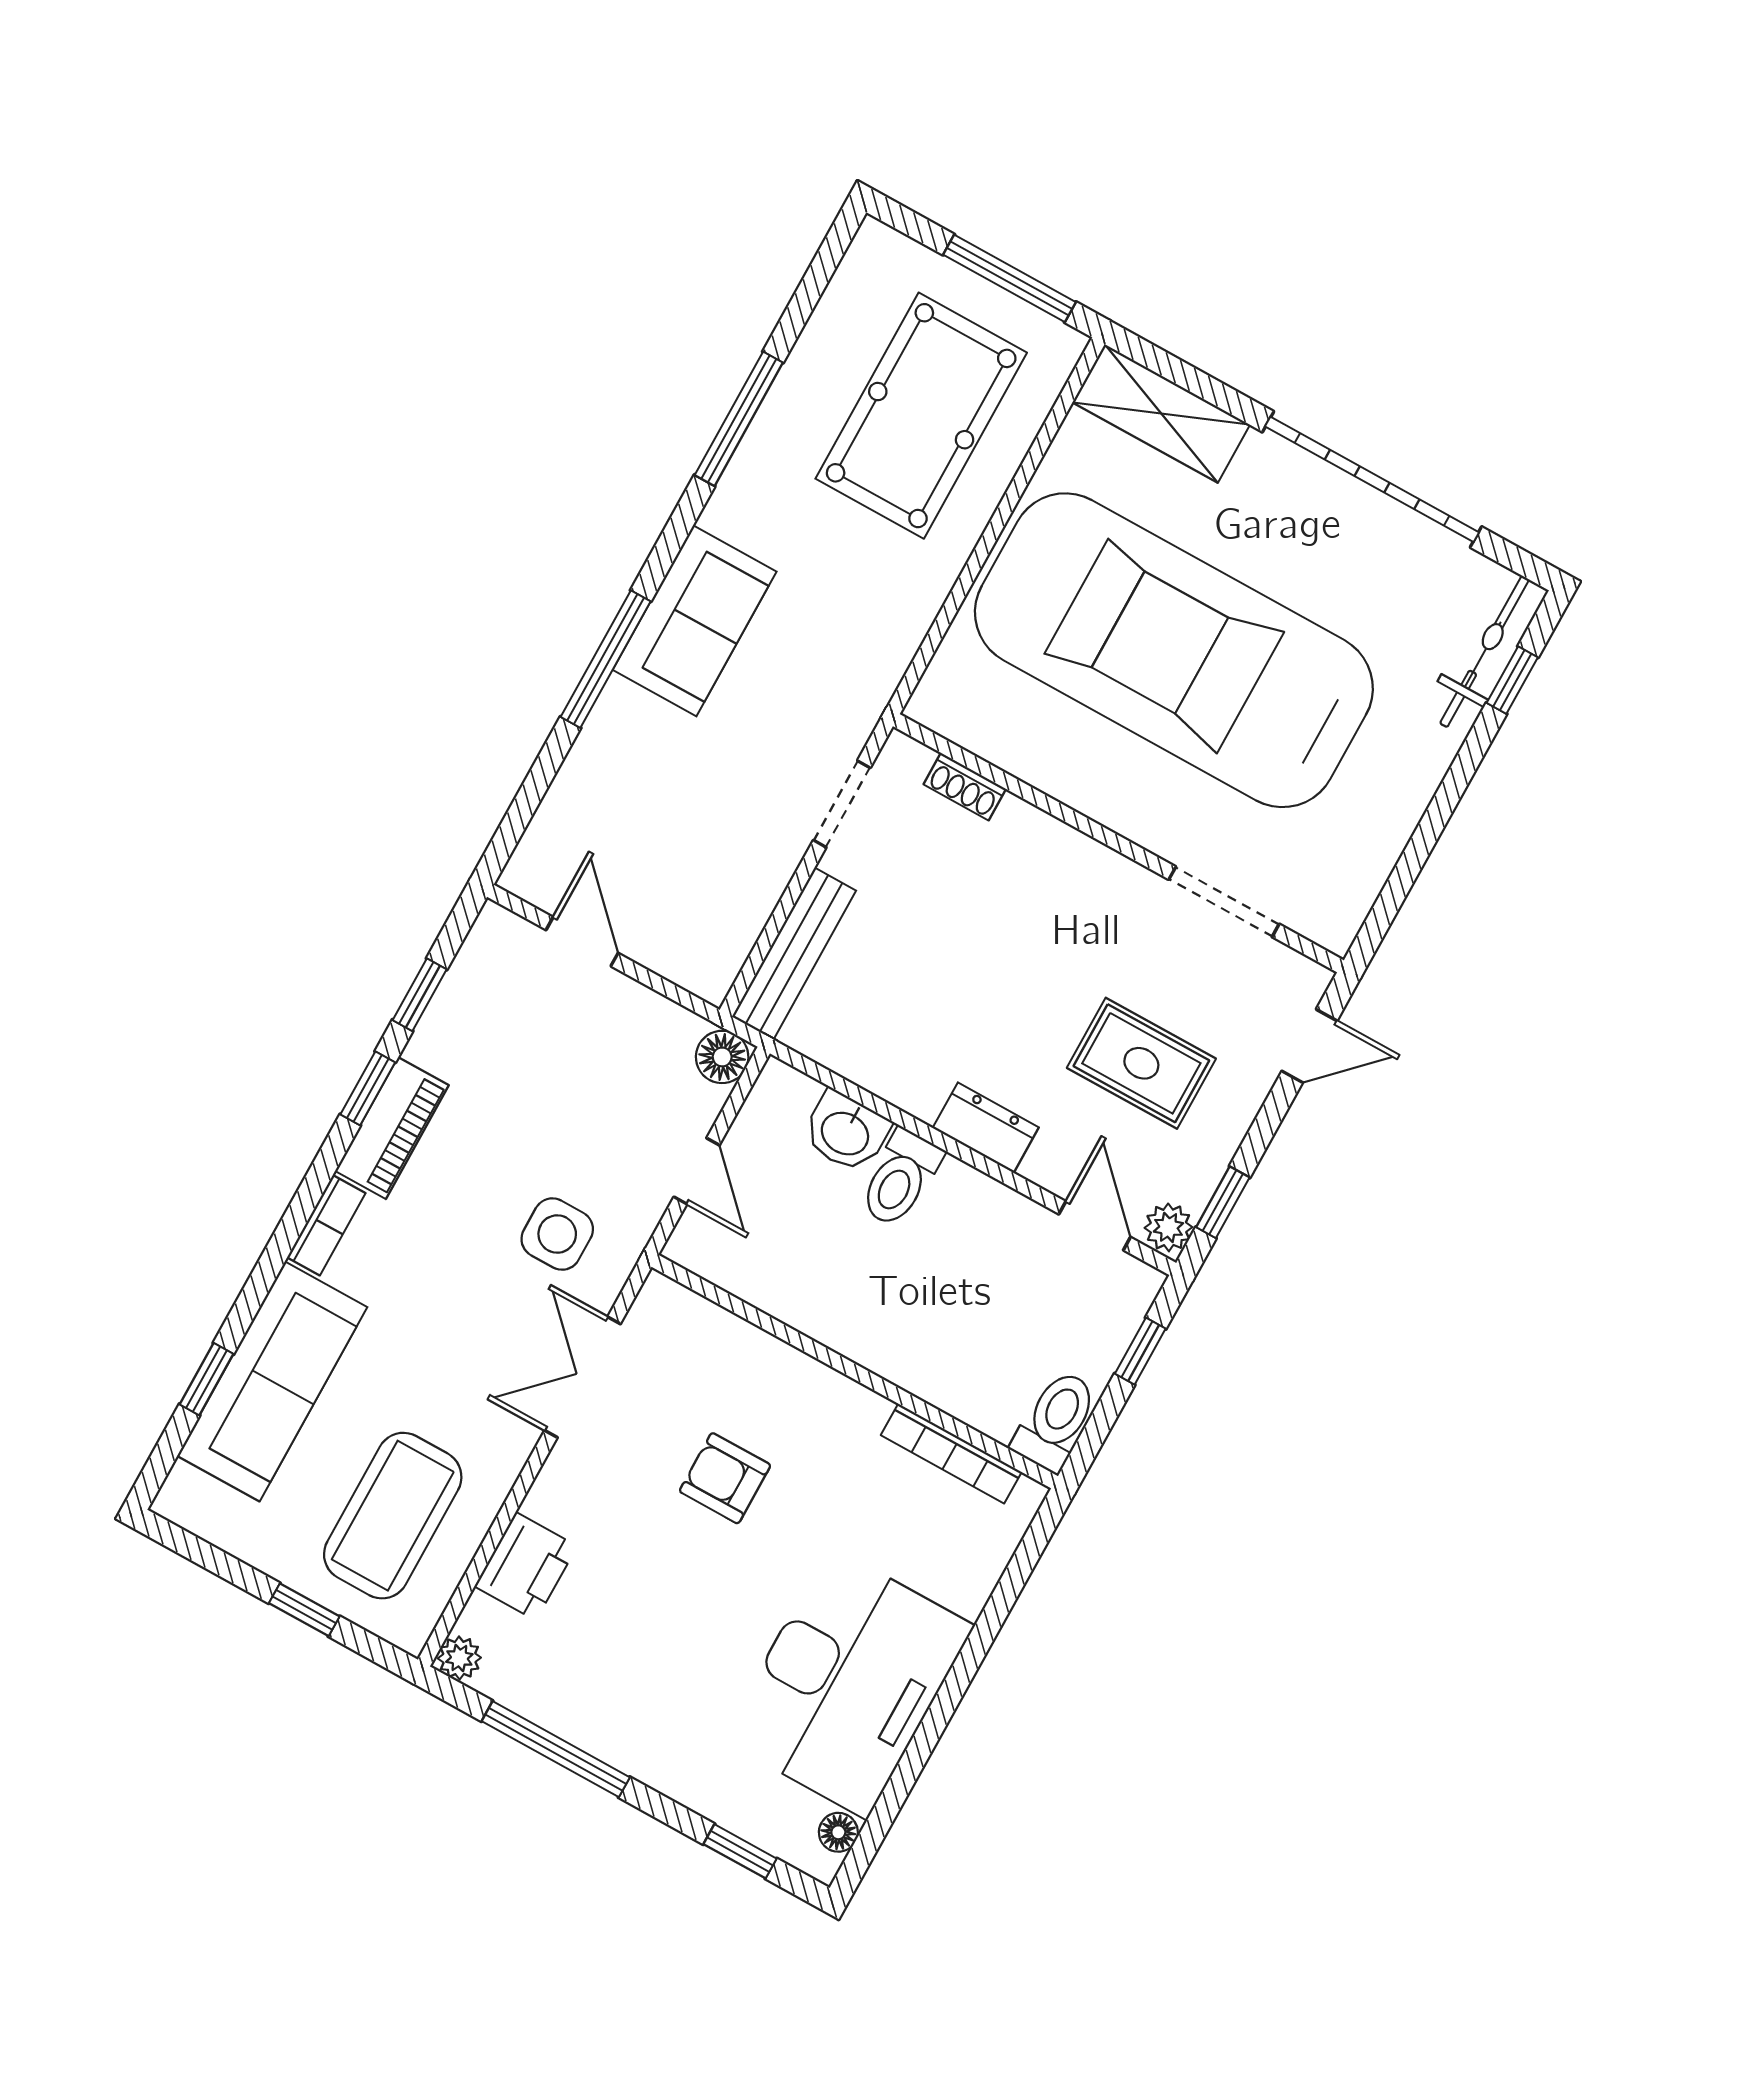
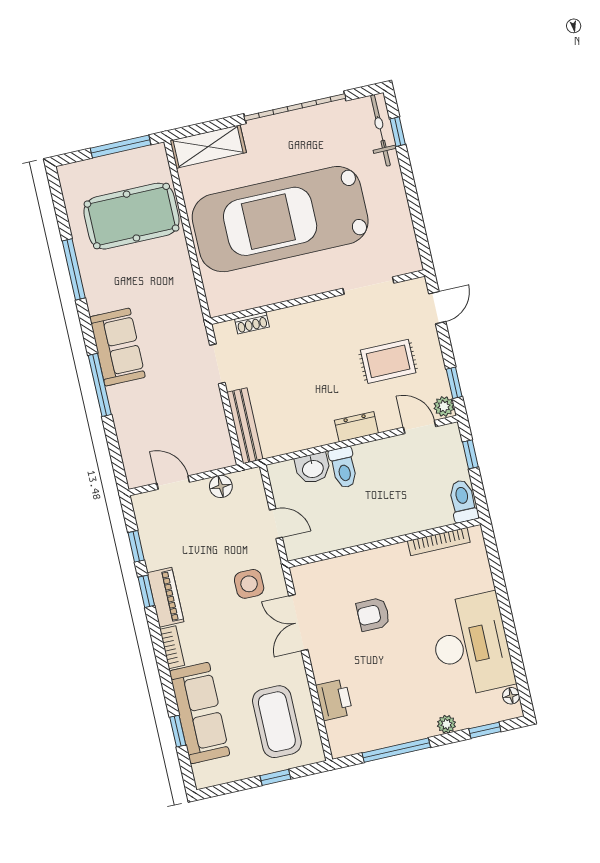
pool table: (921, 416) -> (131, 216), turned 90
floor lamp: (722, 1057) -> (221, 486), moved
plant: (459, 1658) -> (447, 724), moved

